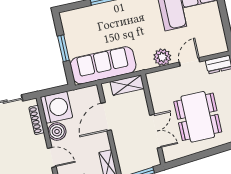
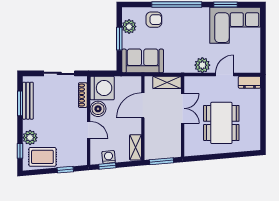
armchair: (97, 18) -> (154, 20), added
plant: (71, 32) -> (129, 27), added
sofa: (103, 65) -> (143, 61), width x0.73
double door: (156, 131) -> (183, 108), moved

